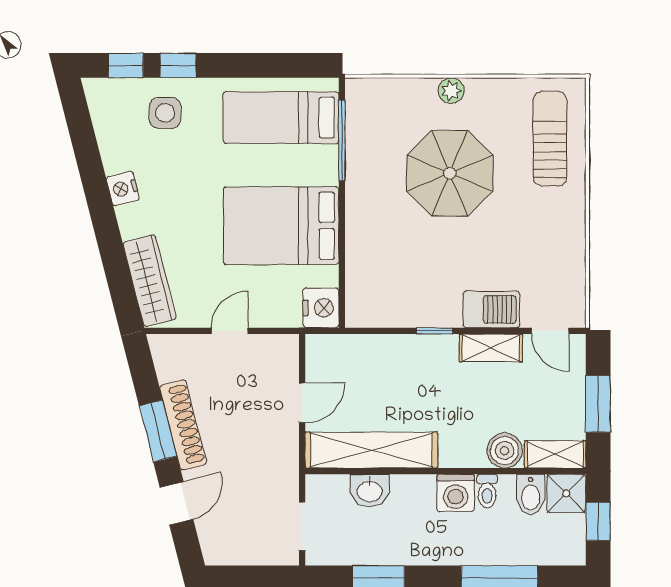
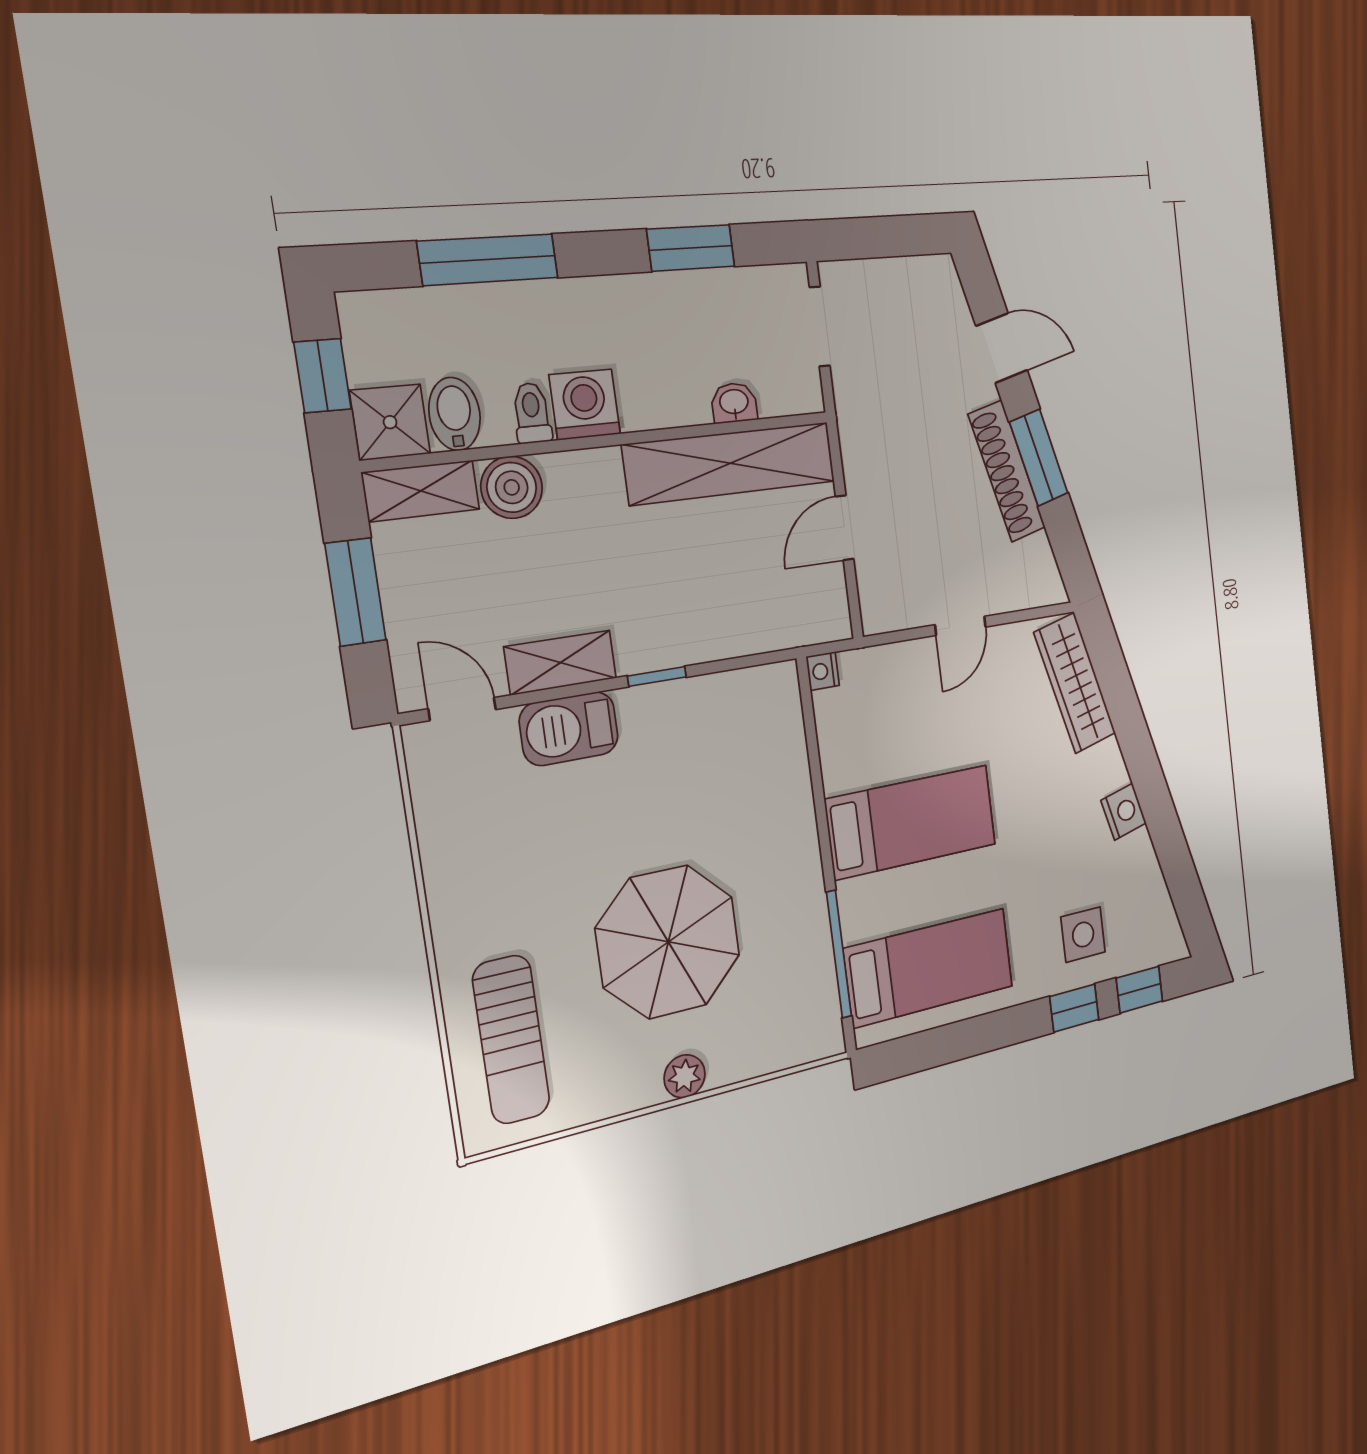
bed: (281, 226) -> (911, 822), width x0.67
nightstand: (321, 308) -> (823, 671), width x0.53, depth x0.56
washbasin: (370, 491) -> (734, 403), width x0.72, depth x0.69
door: (176, 503) -> (1002, 348), swing flipped

